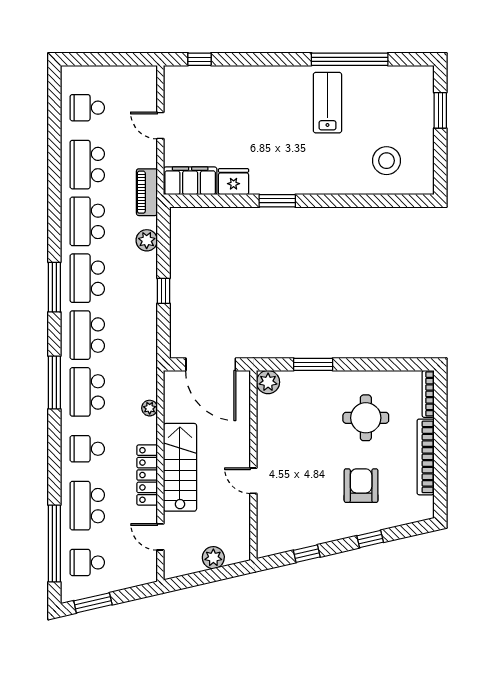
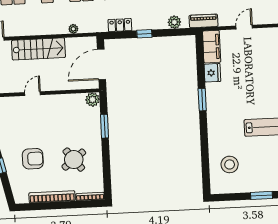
round table: (366, 418) -> (74, 160), turned -38
locker: (147, 475) -> (120, 25), moved, width x0.66

